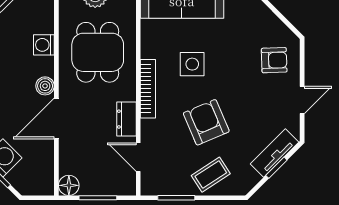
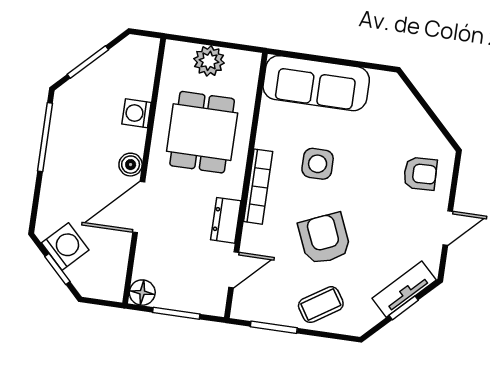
door: (138, 157) -> (234, 270), swing flipped

